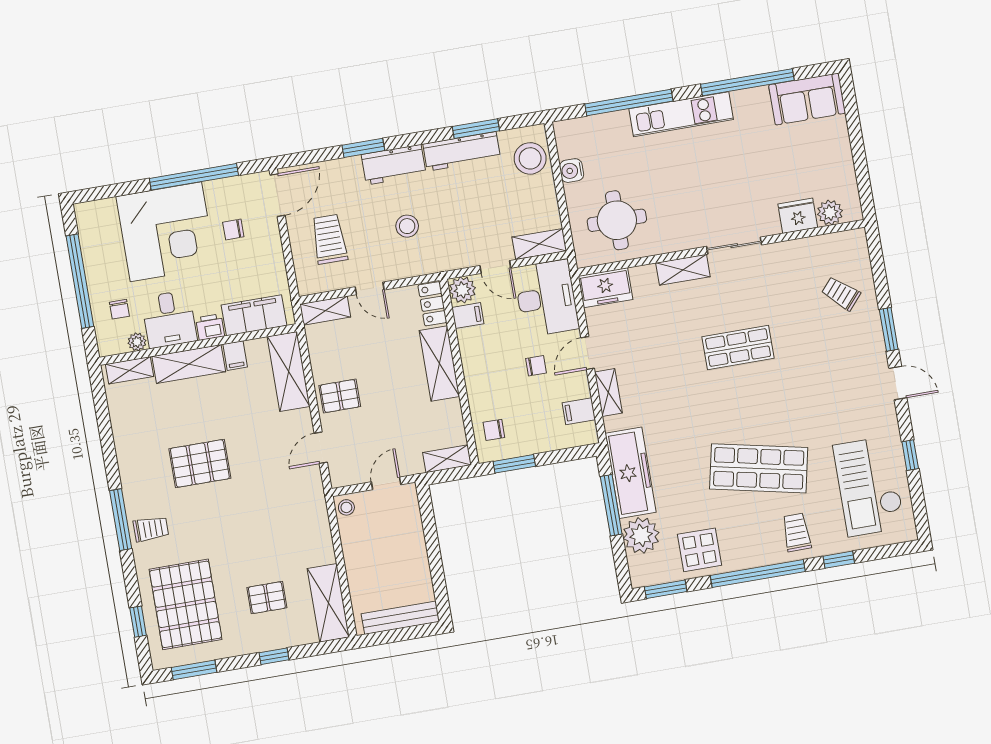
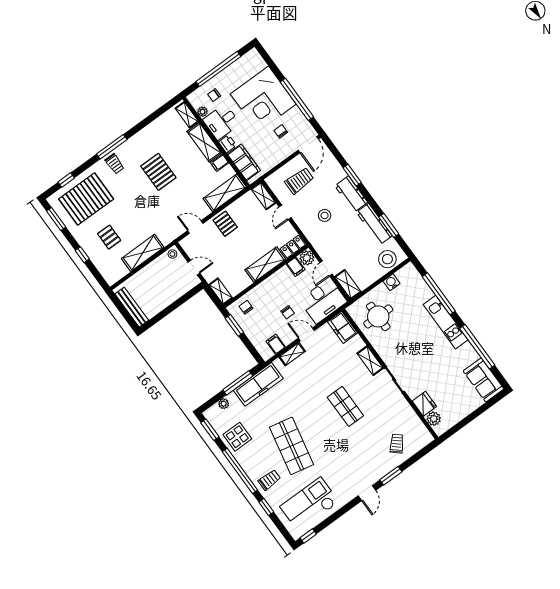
door: (278, 195) -> (308, 145), hinge flipped
window: (910, 455) -> (308, 536), moved
plant: (641, 535) -> (224, 404), width x0.53, depth x0.53
shelving: (328, 603) -> (143, 253), moved

